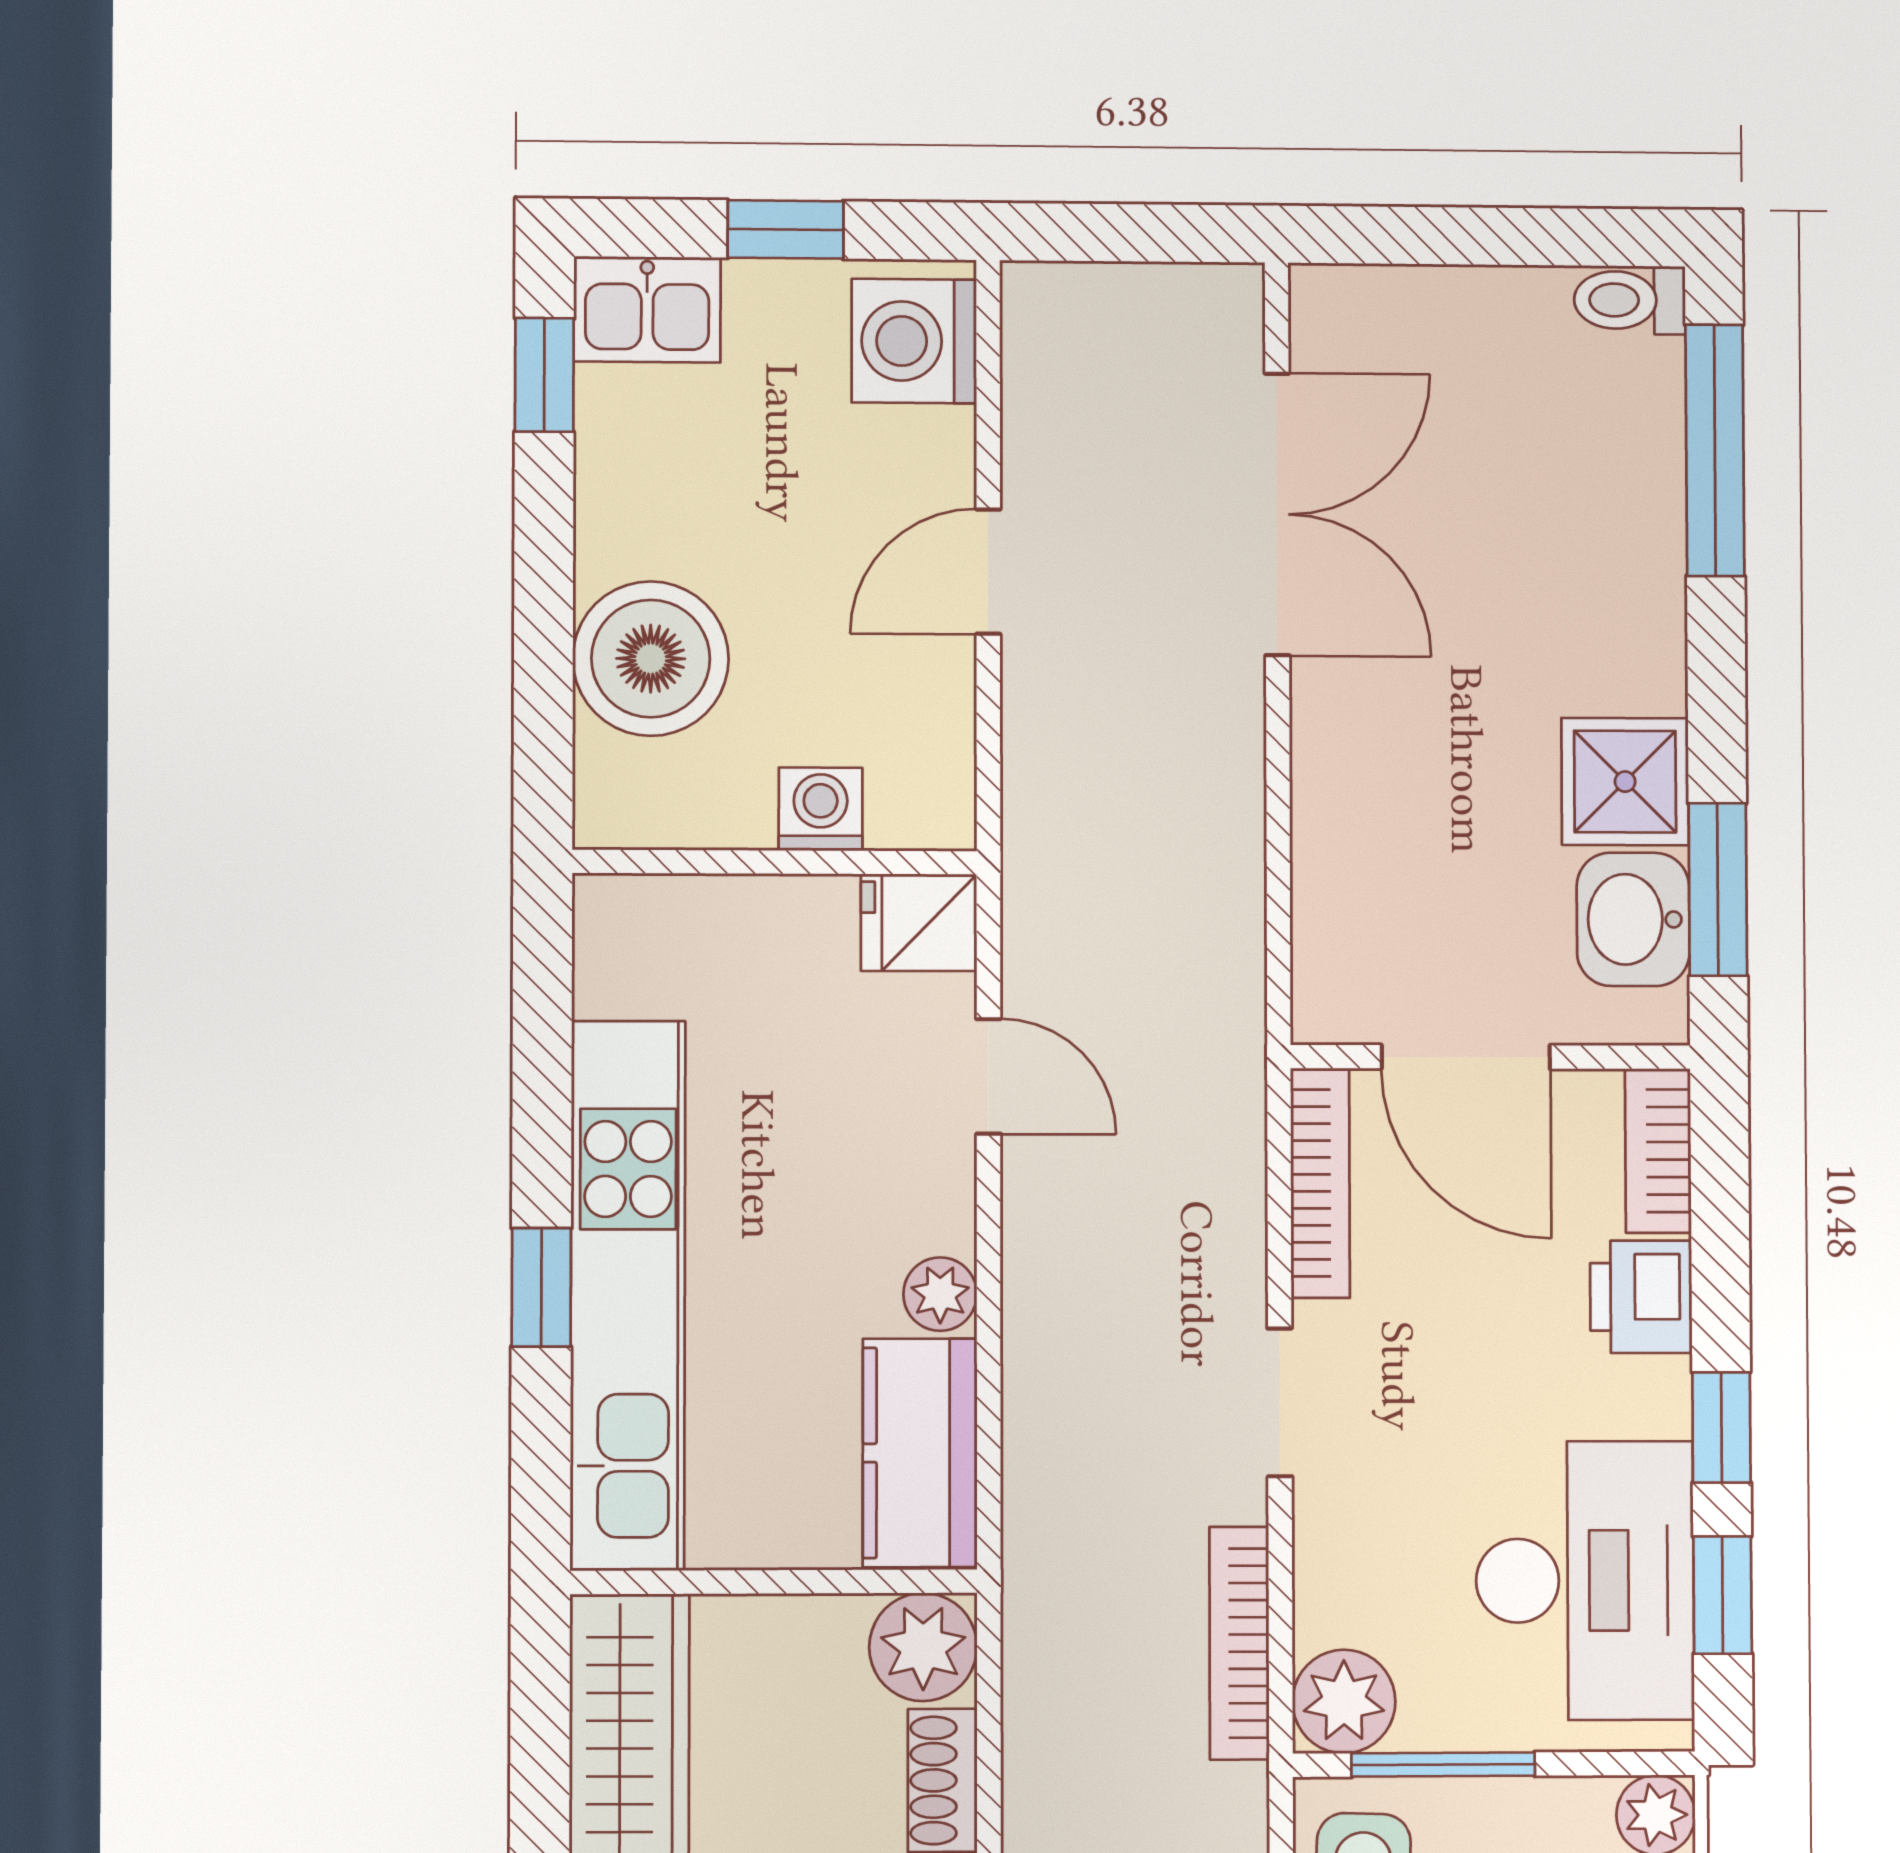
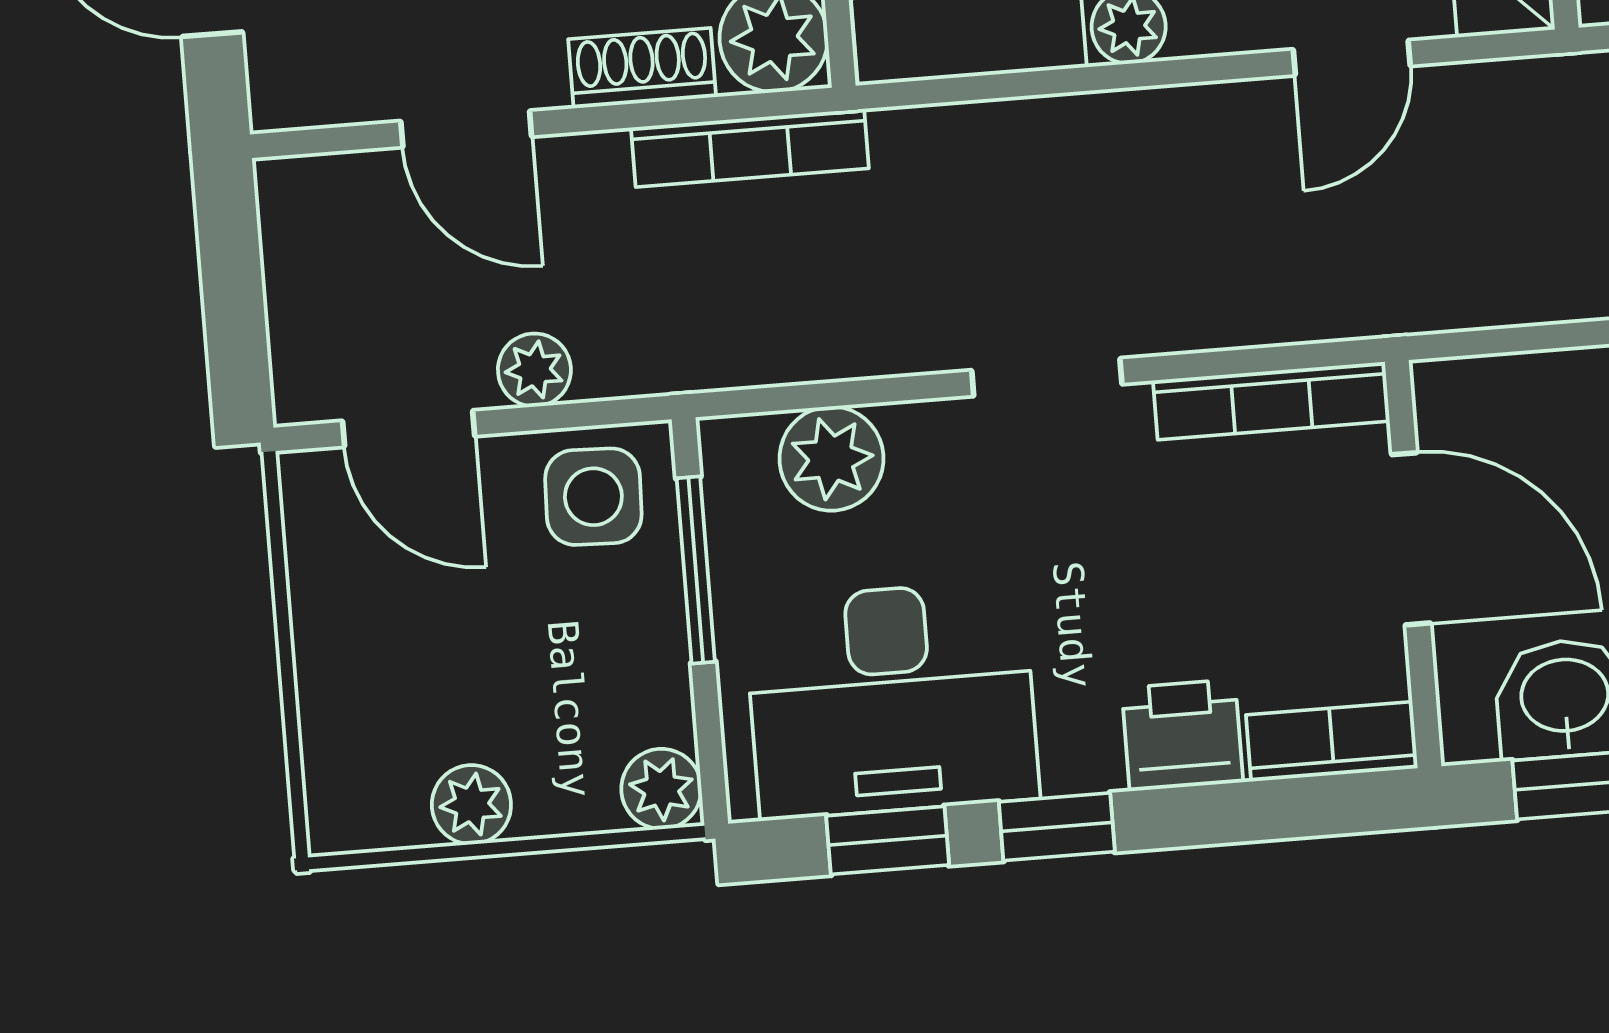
door: (1466, 1057) -> (1411, 539), swing flipped
bookcase: (1239, 1643) -> (750, 148), moved, turned 180
plant: (1344, 1701) -> (831, 459), moved

